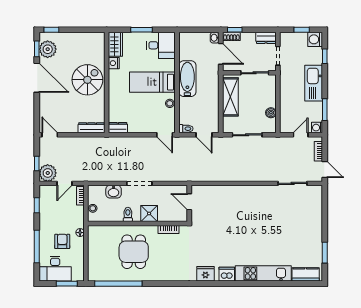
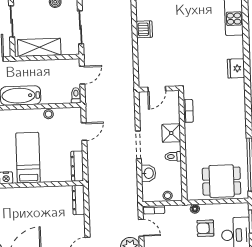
spiral stairs: (87, 80) -> (25, 206), removed
bed: (152, 82) -> (28, 158), moved, turned 180
dresser: (118, 128) -> (77, 166), width x1.44
door: (165, 135) -> (84, 132), moved
dining table: (134, 252) -> (222, 181), moved
dishwasher: (227, 274) -> (144, 29), moved, turned 180

